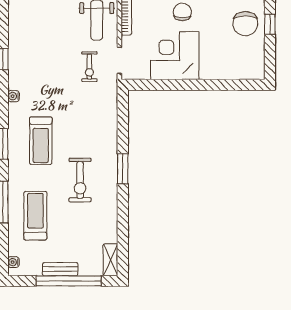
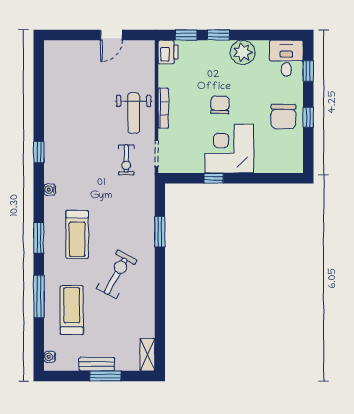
corner desk: (175, 56) -> (229, 149), moved
window: (176, 85) -> (214, 178), added
window: (123, 169) -> (160, 232), moved
exercise bike: (80, 180) -> (117, 274), turned -151
window: (69, 281) -> (105, 376), width x0.47

